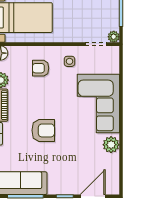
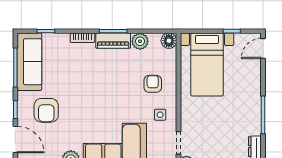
armchair: (43, 130) -> (46, 110), moved

